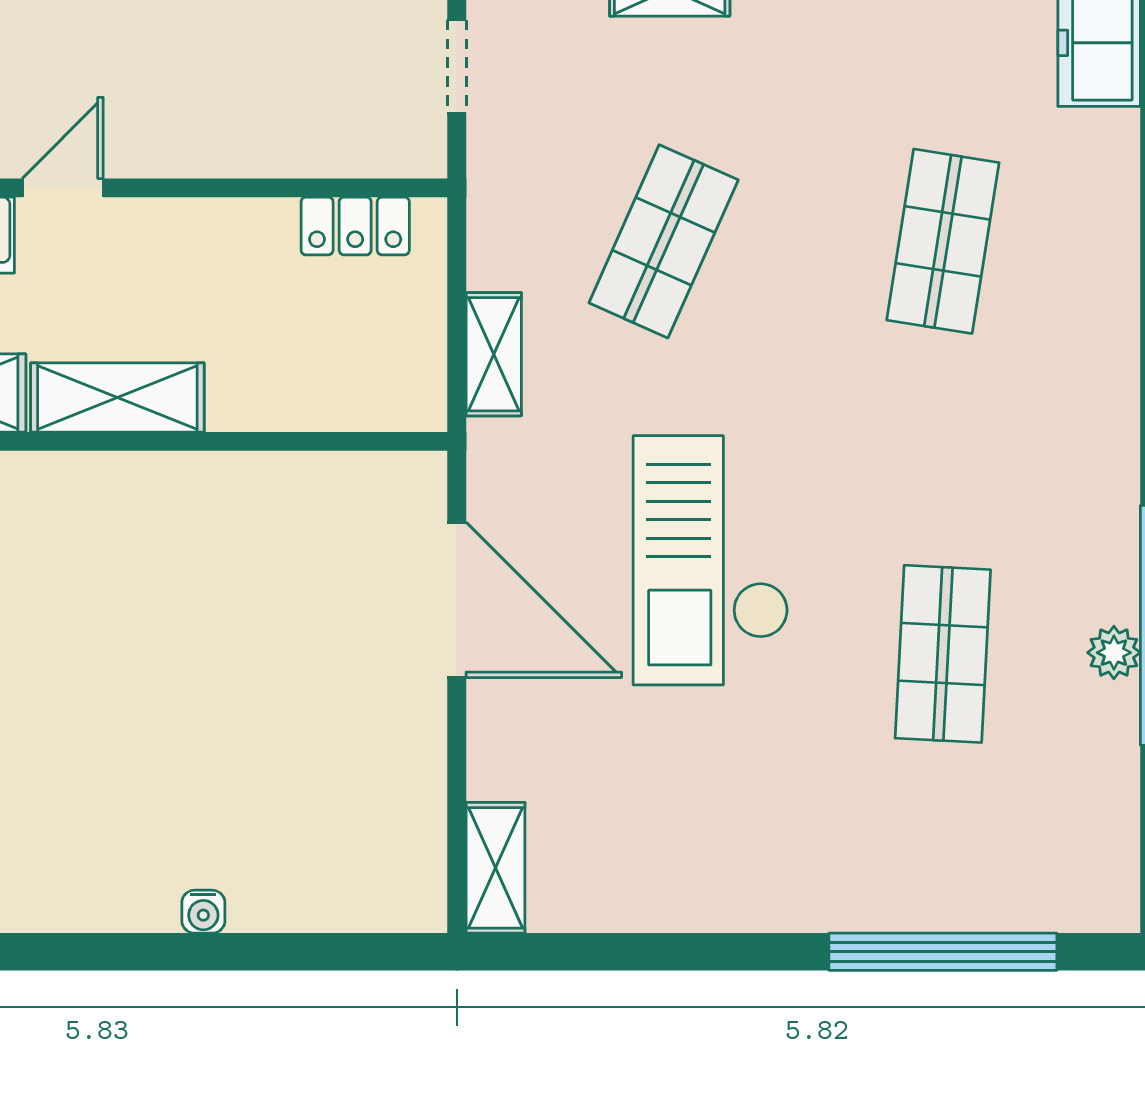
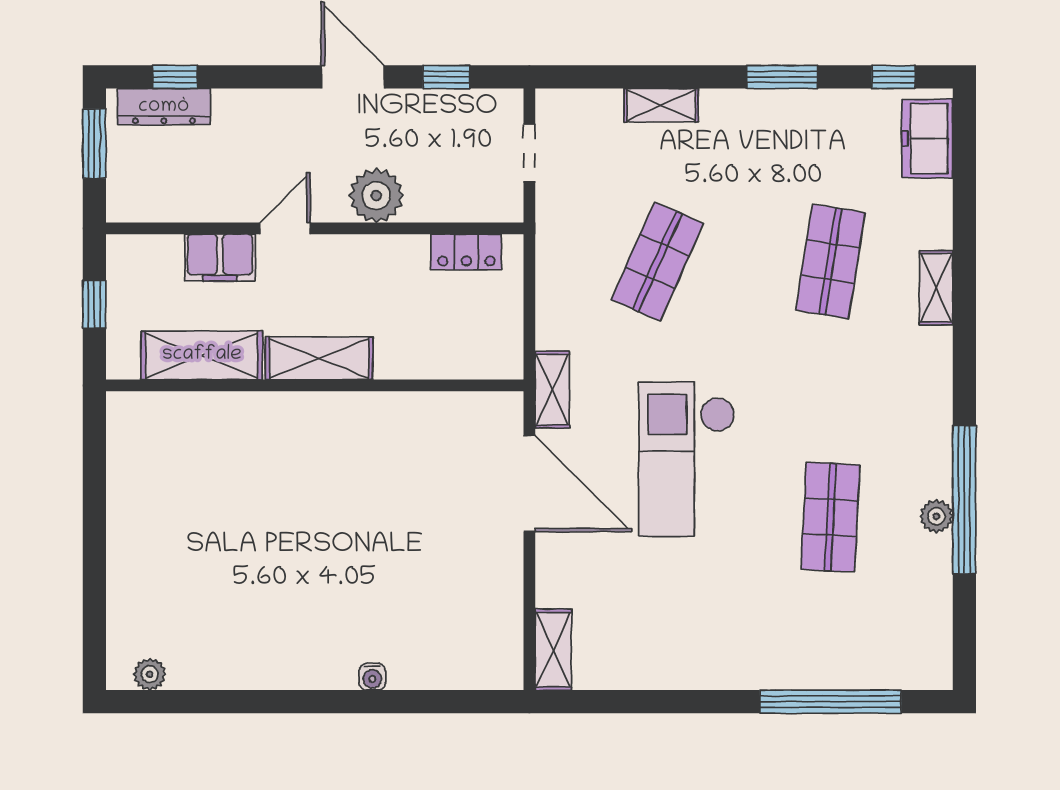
plant: (210, 135) -> (376, 196), added
shelving: (1113, 284) -> (936, 288), added
shelving: (494, 354) -> (552, 390), moved

